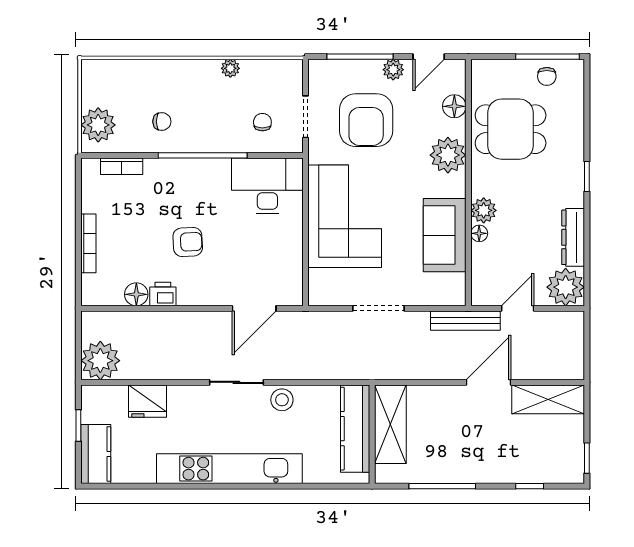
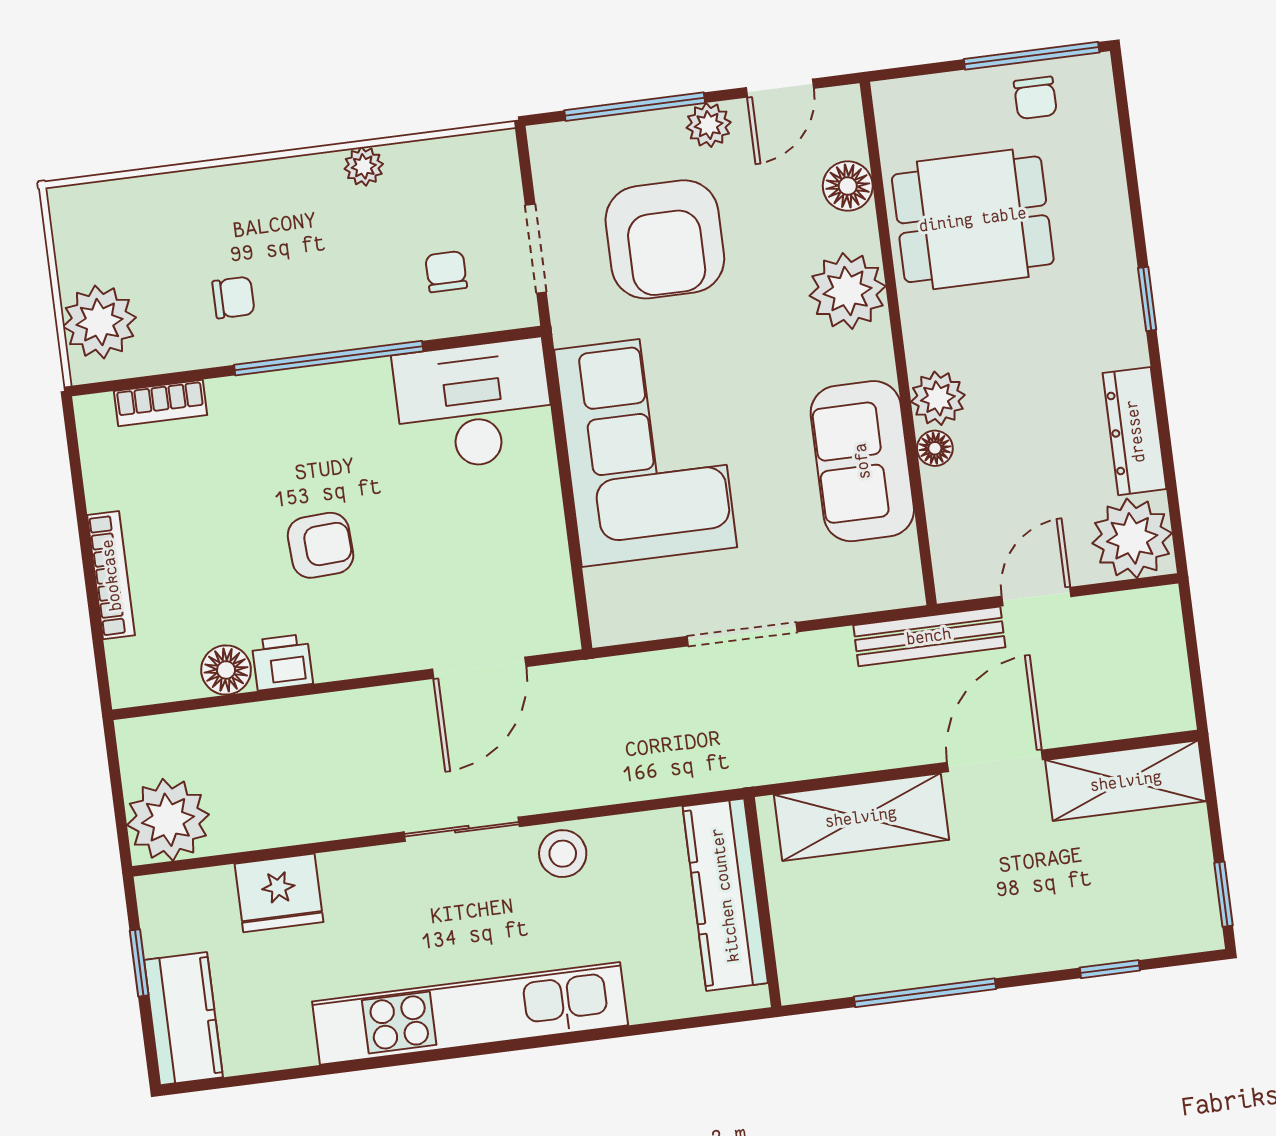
shelving: (390, 424) -> (861, 817), moved, turned 90

